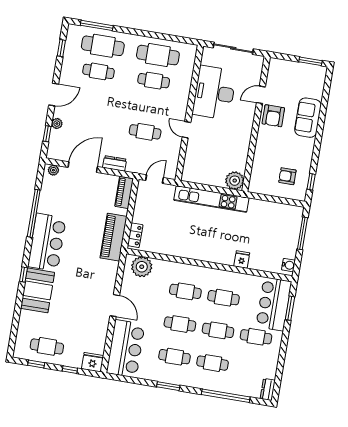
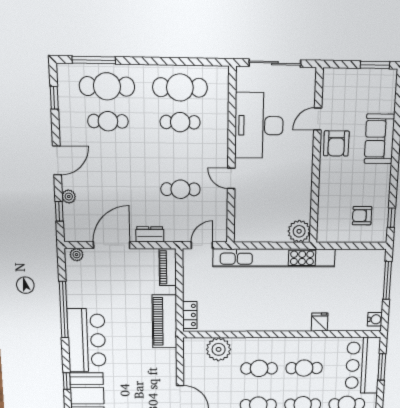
kitchen unit: (211, 199) -> (274, 258), width x1.36
plant: (142, 267) -> (219, 349), moved

